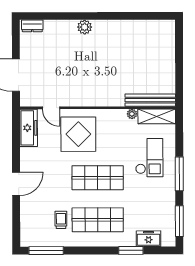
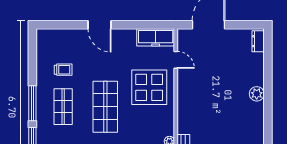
door: (51, 108) -> (176, 60), swing flipped
shop shelf: (98, 220) -> (63, 107), width x0.70, depth x0.74
window: (46, 251) -> (32, 103), moved

